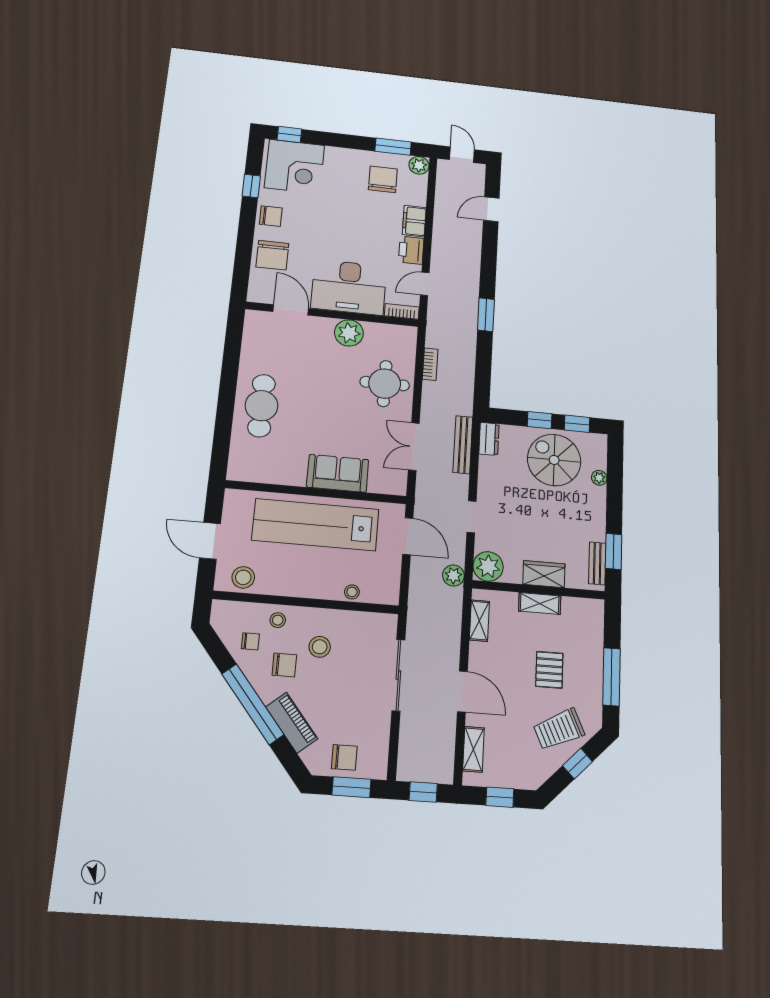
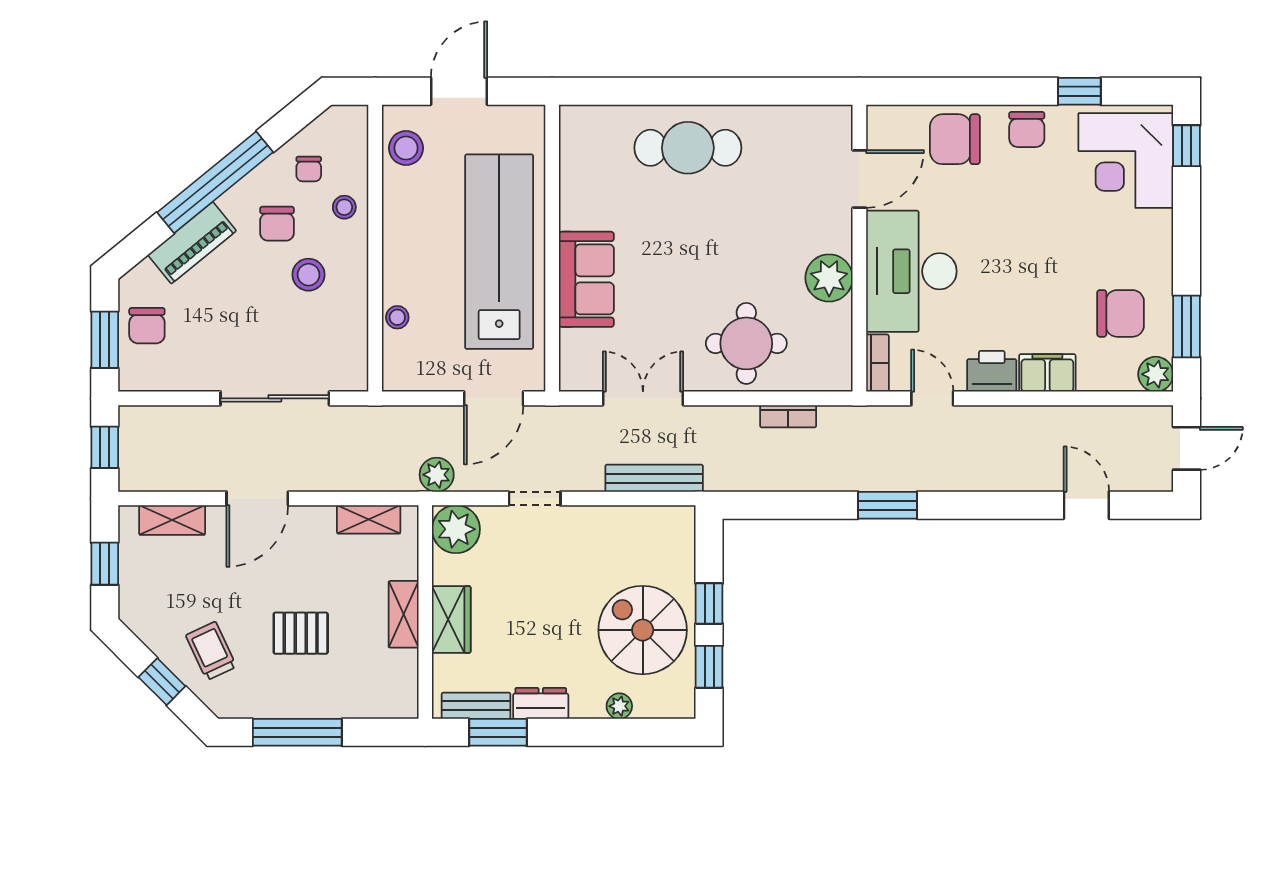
dresser: (489, 439) -> (541, 703), moved, turned 180
spiral stairs: (554, 460) -> (643, 630), turned -90
trolley: (559, 729) -> (211, 651), width x0.73, depth x0.72

